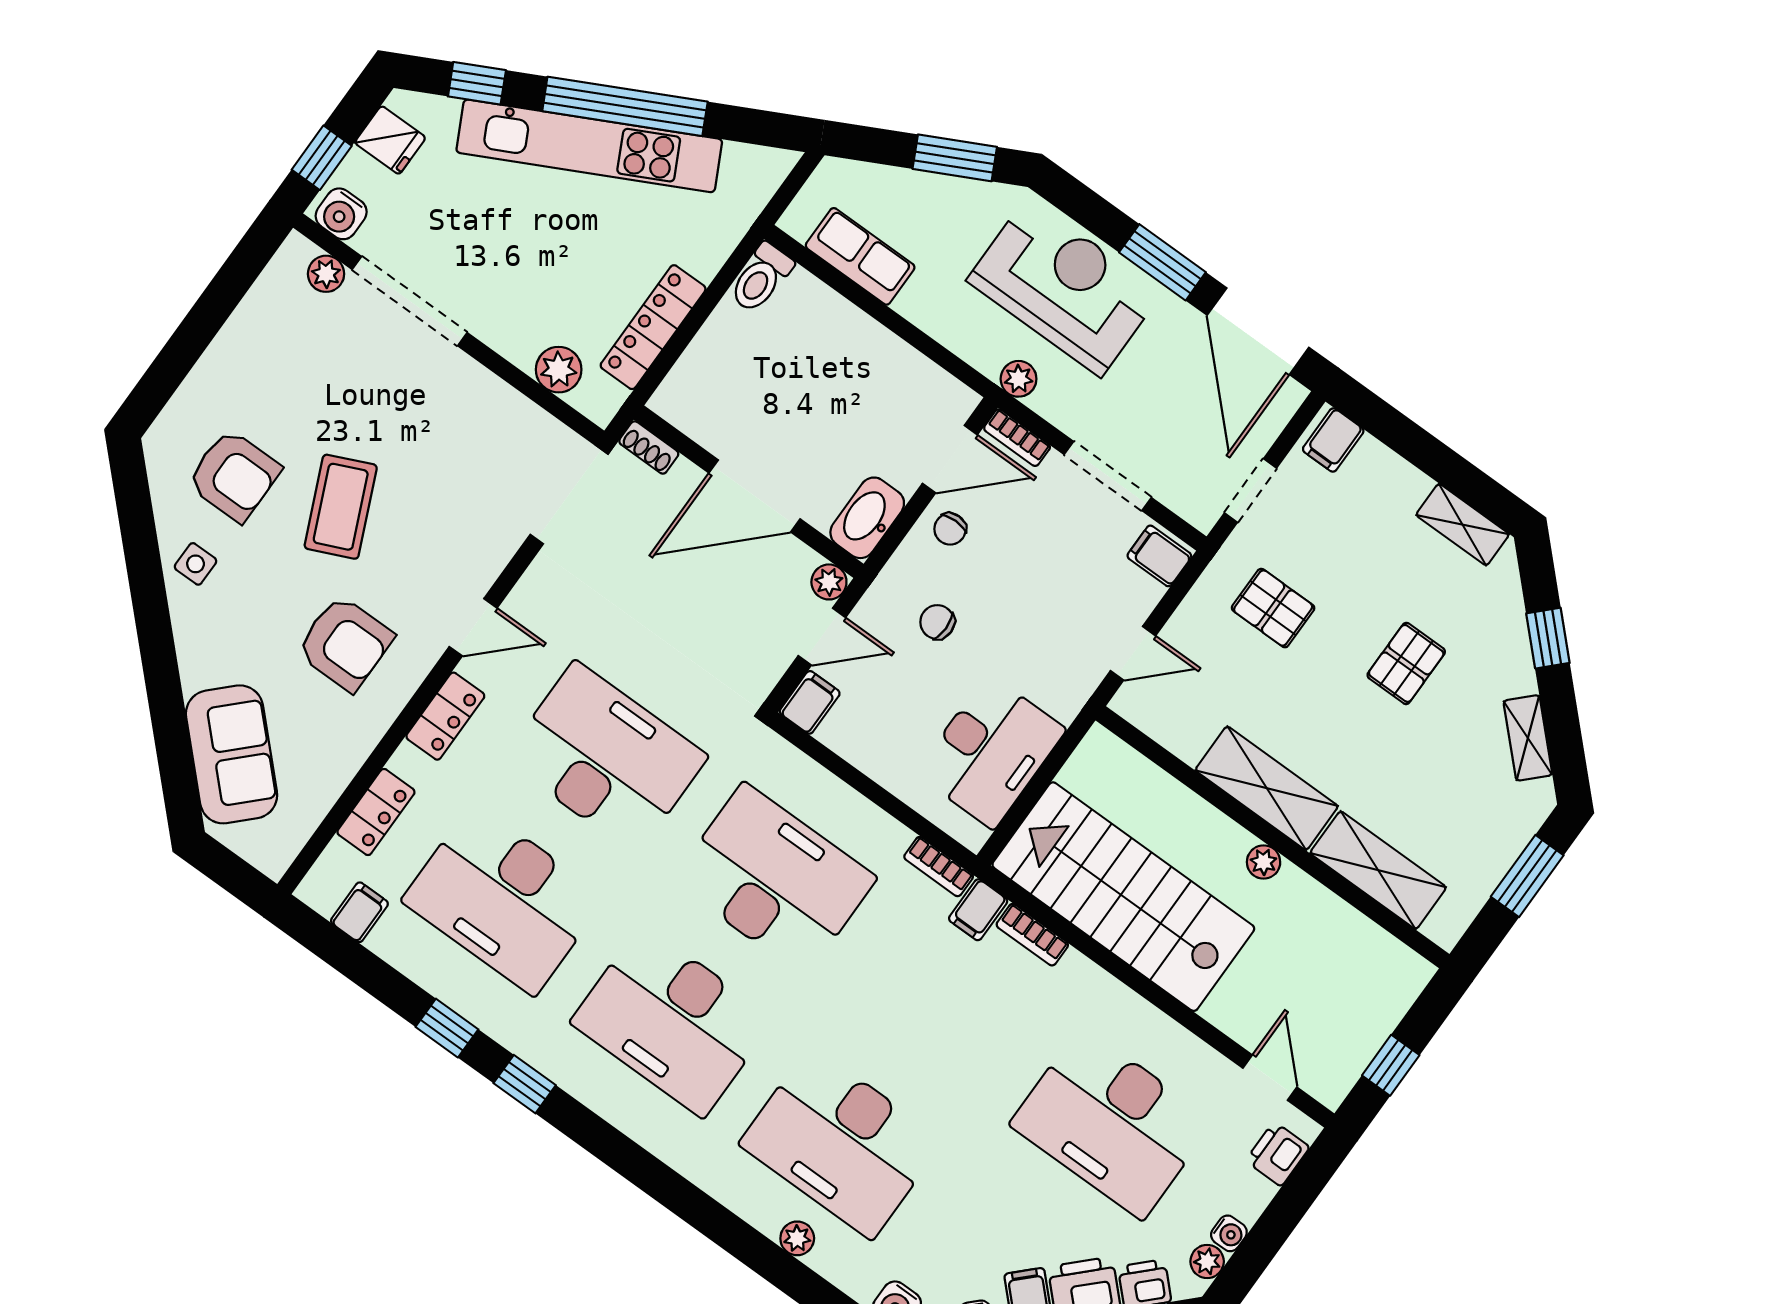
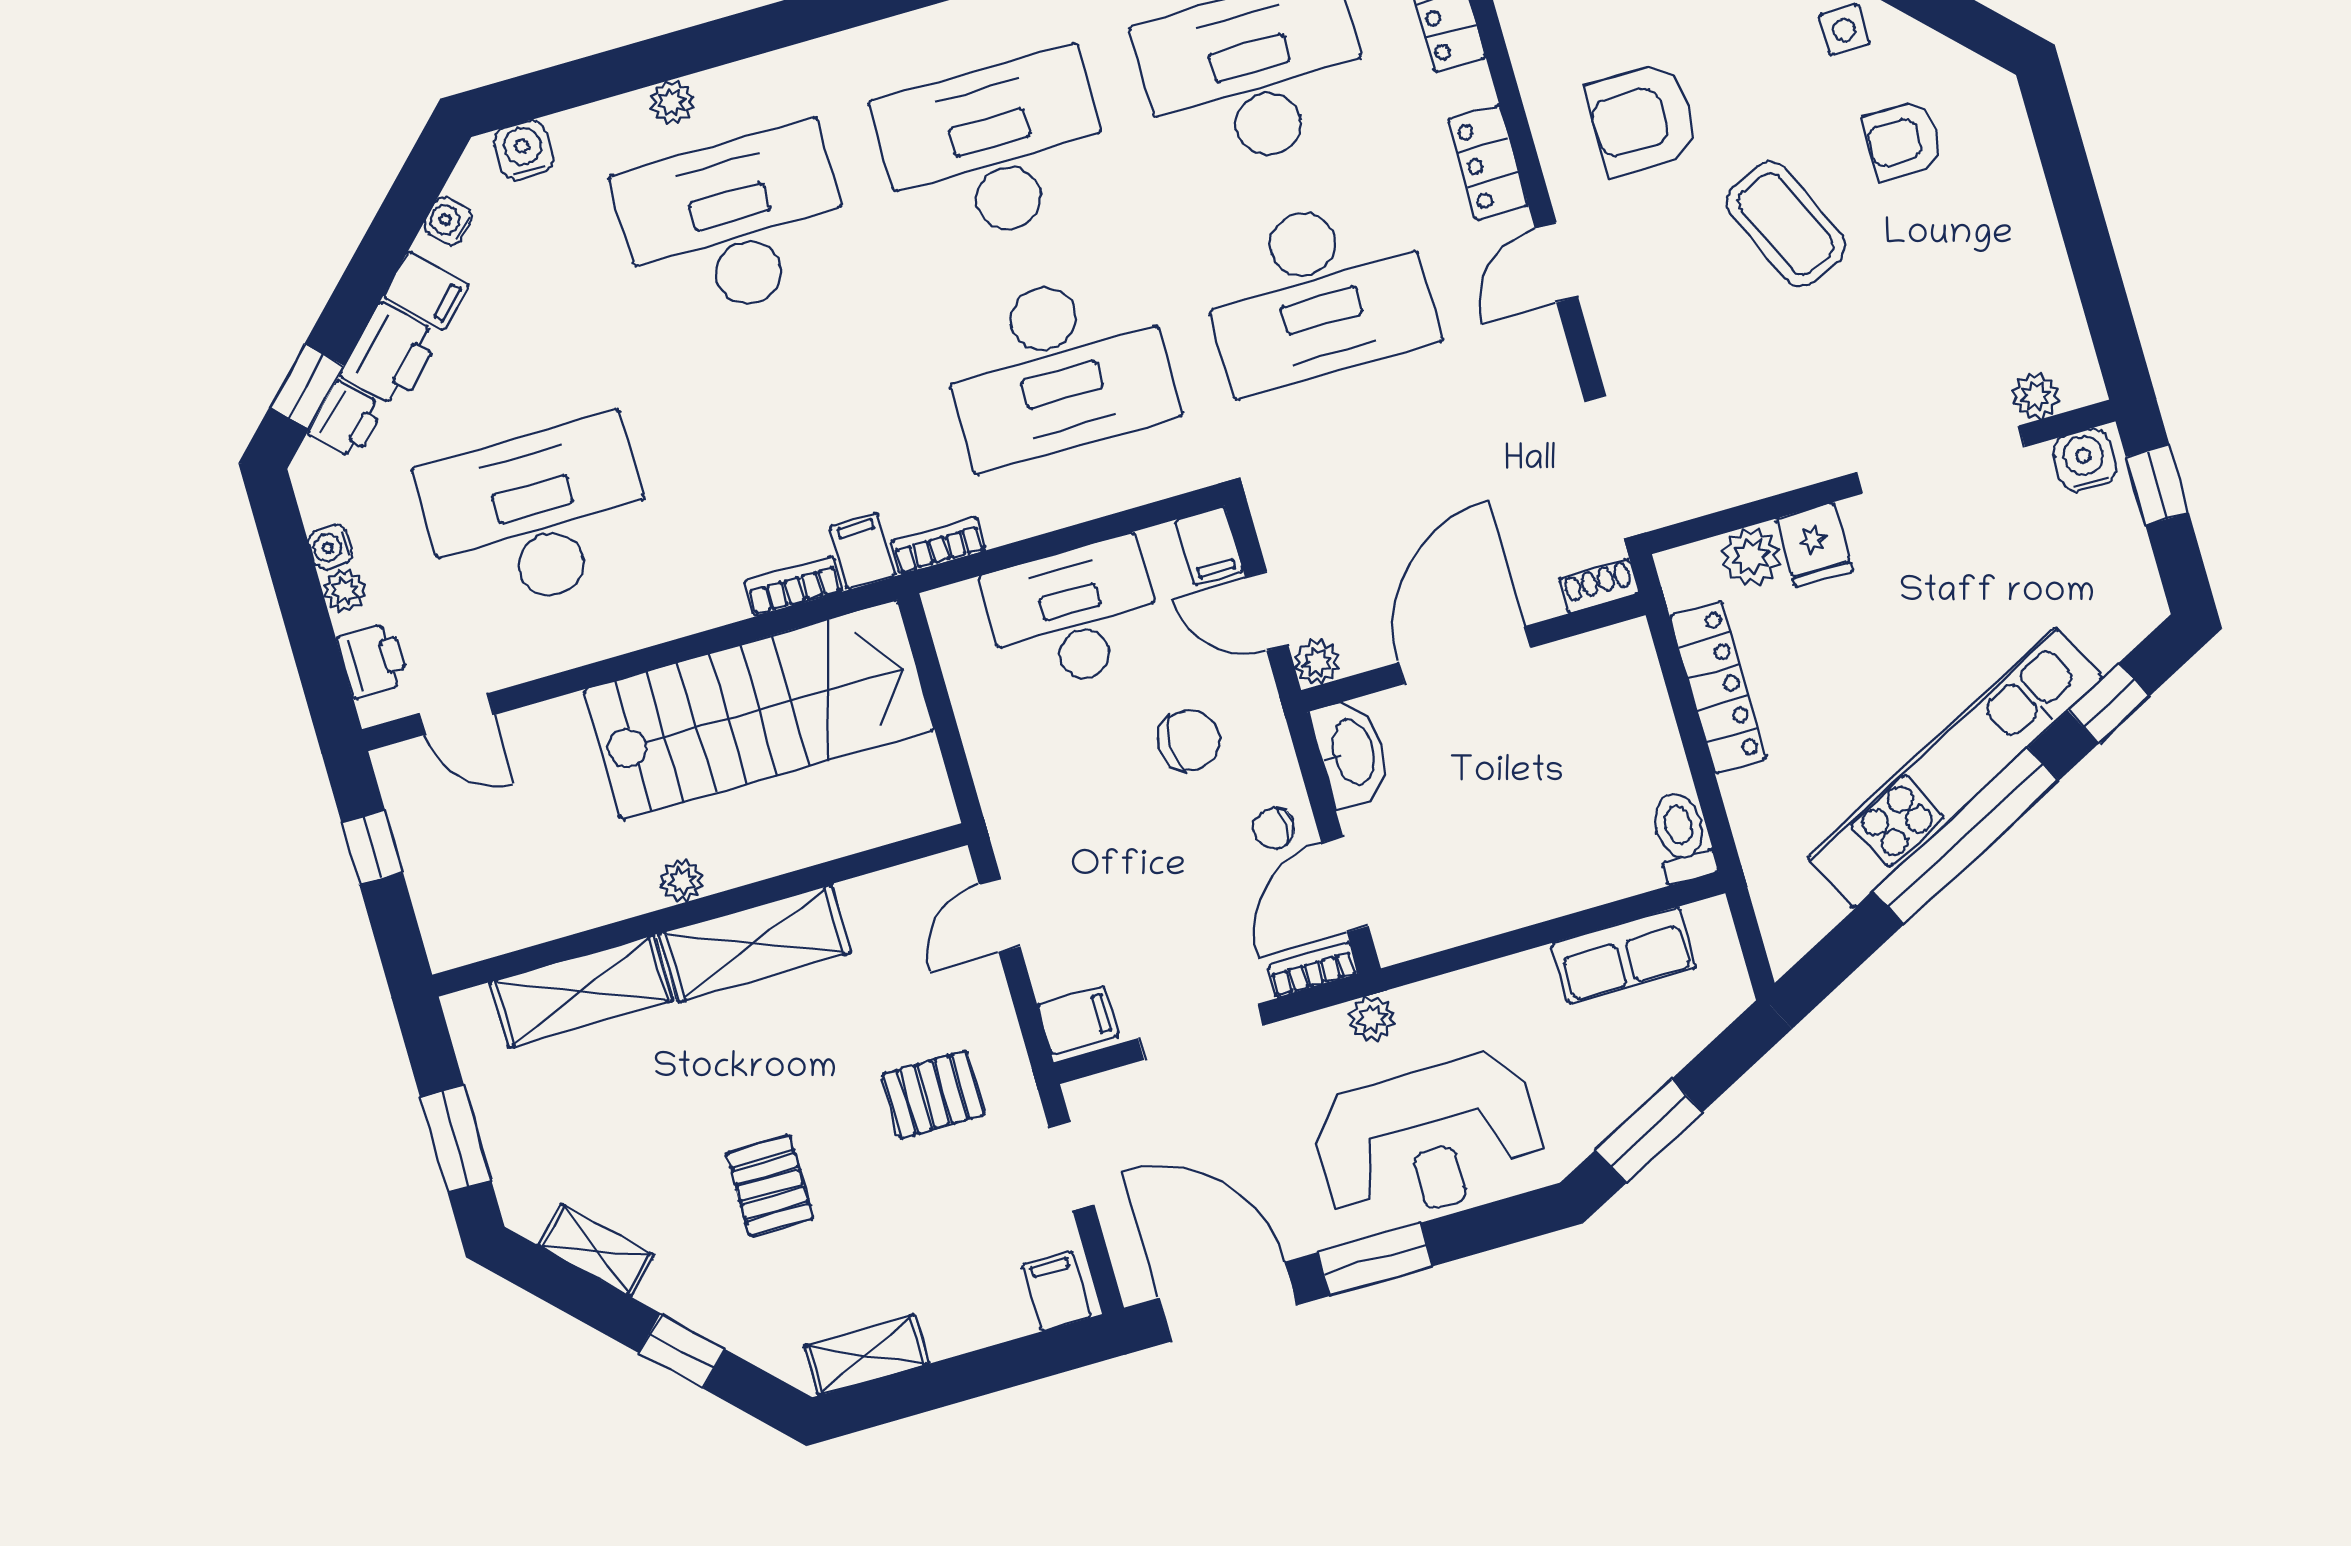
fridge: (390, 140) -> (1815, 545), moved, turned -90
armchair: (234, 476) -> (1903, 140), width x0.72, depth x0.72
chair: (950, 529) -> (1274, 828), turned -90
chair: (937, 622) -> (1189, 740), width x1.37, depth x1.37
door: (822, 637) -> (1267, 611), hinge flipped
desk: (991, 751) -> (1074, 616), moved, turned 90
plant: (1207, 1261) -> (345, 591), moved

